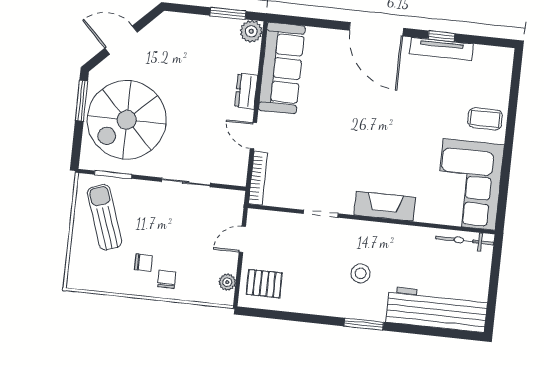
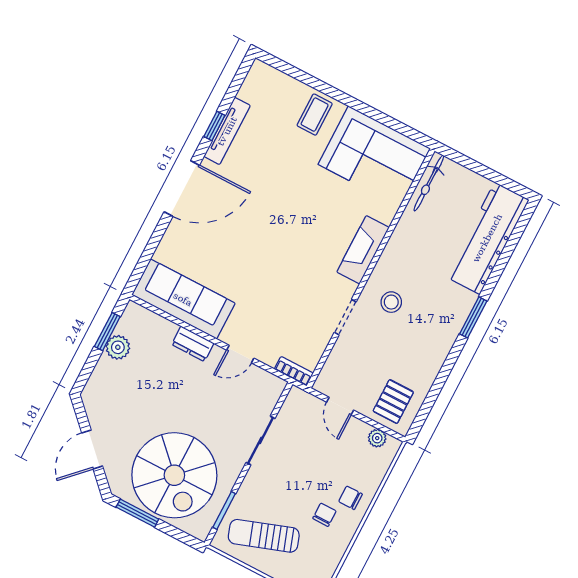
plant: (251, 31) -> (118, 347), moved
bookcase: (258, 178) -> (294, 371), width x0.64
stool: (361, 273) -> (391, 302), moved

